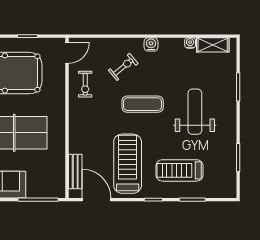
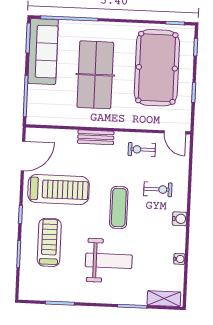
shelving: (213, 45) -> (164, 299), moved, turned 90
exercise bike: (123, 67) -> (158, 189), turned -51
bench: (75, 171) -> (96, 137), moved

